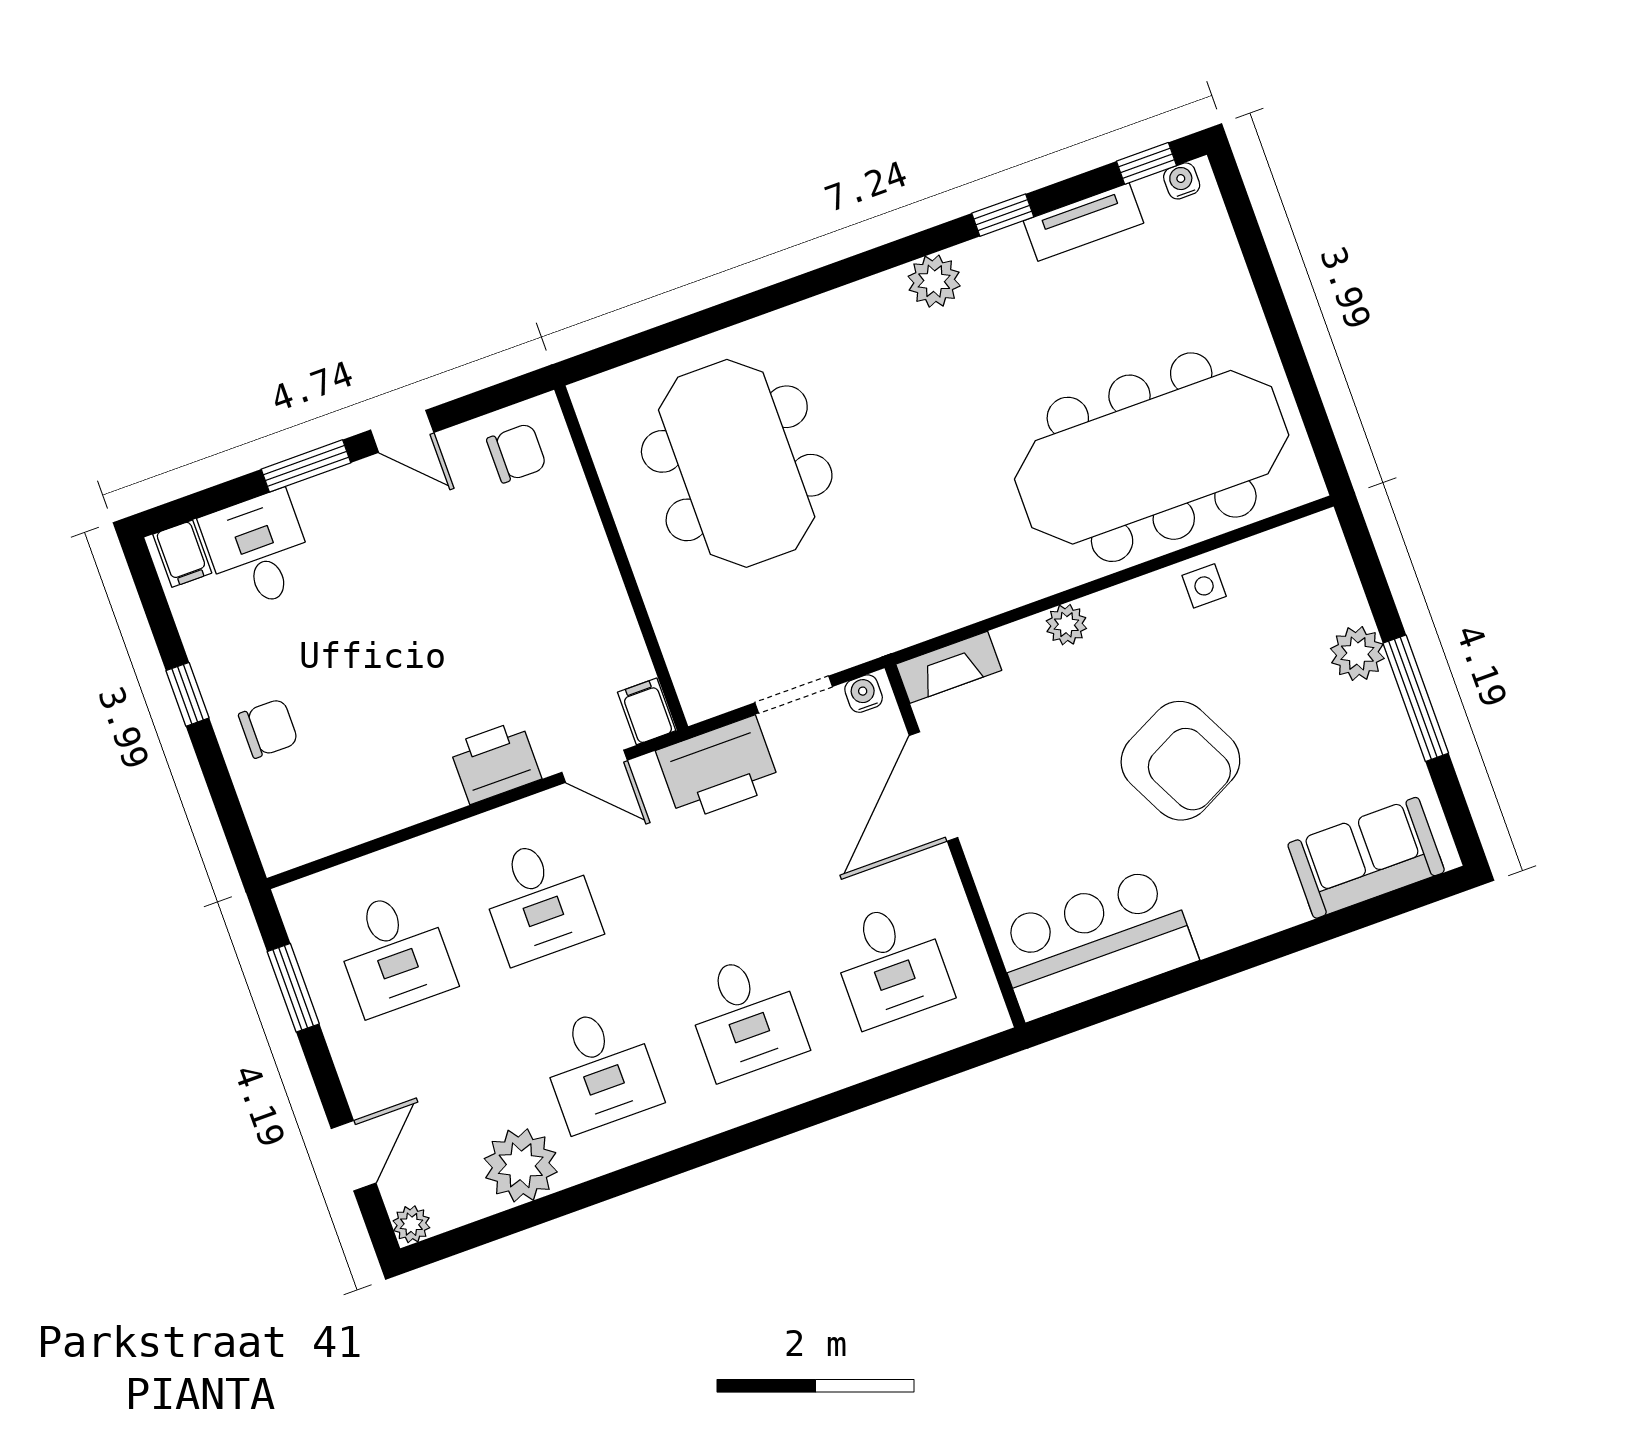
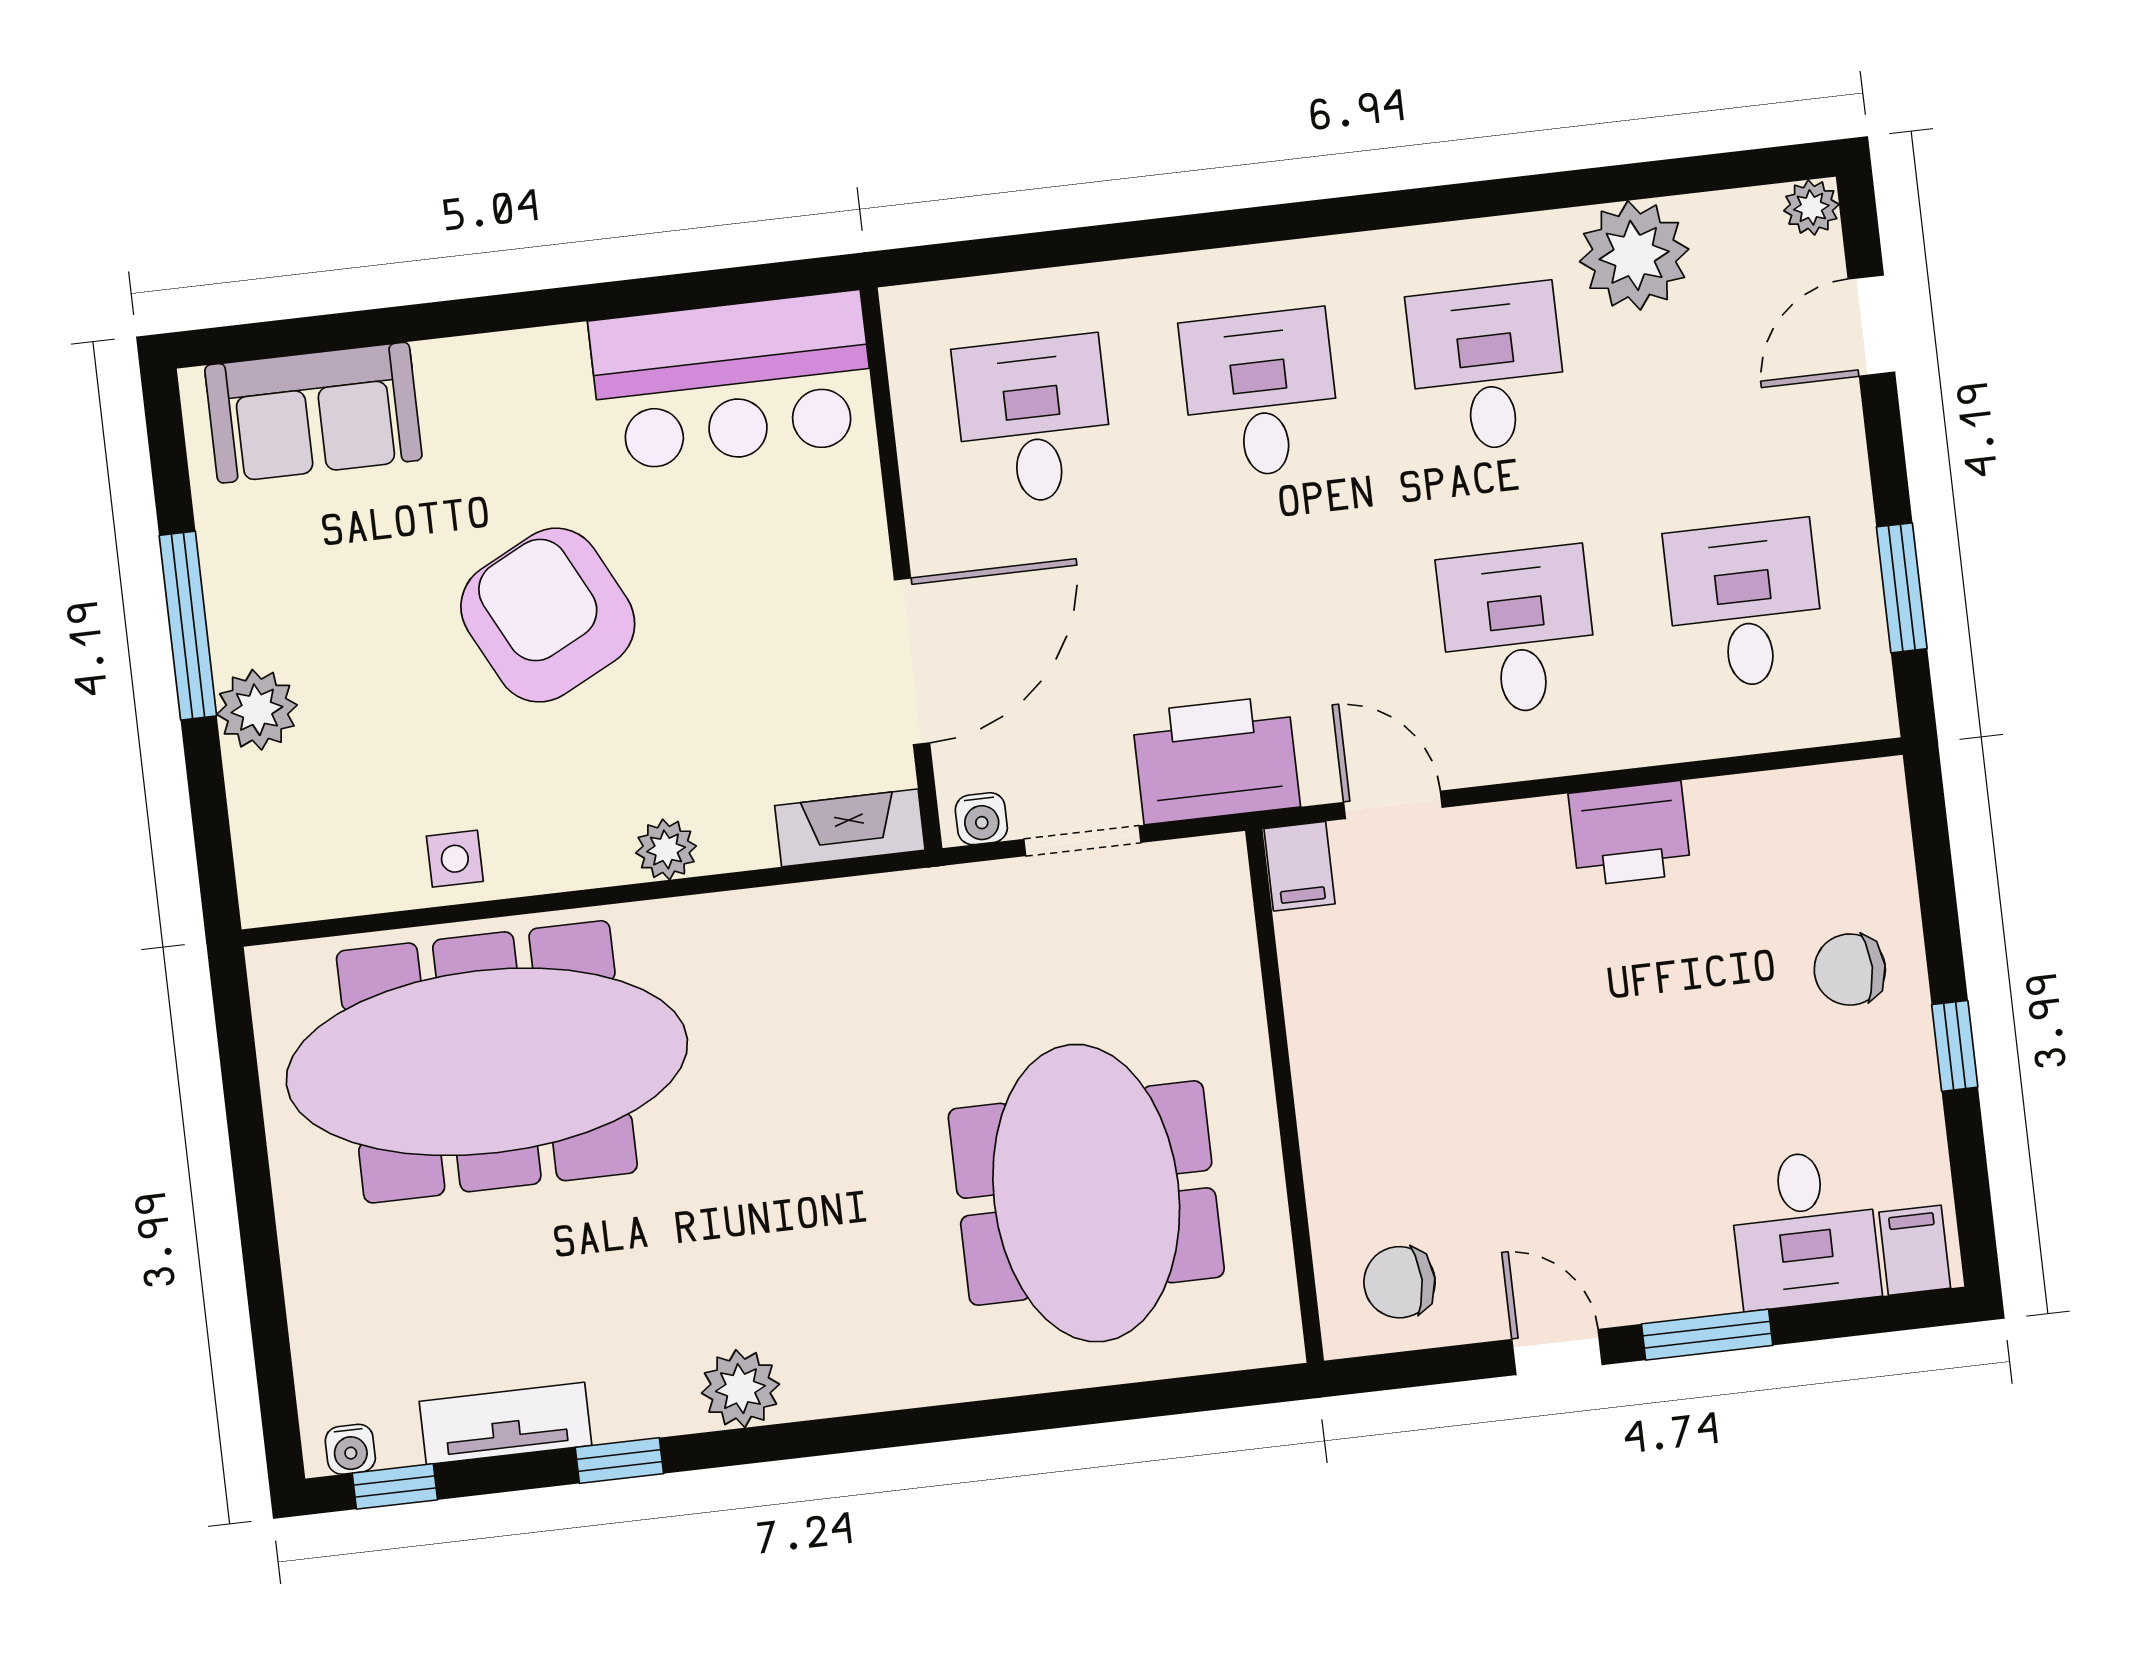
printer: (495, 762) -> (1630, 834), moved

